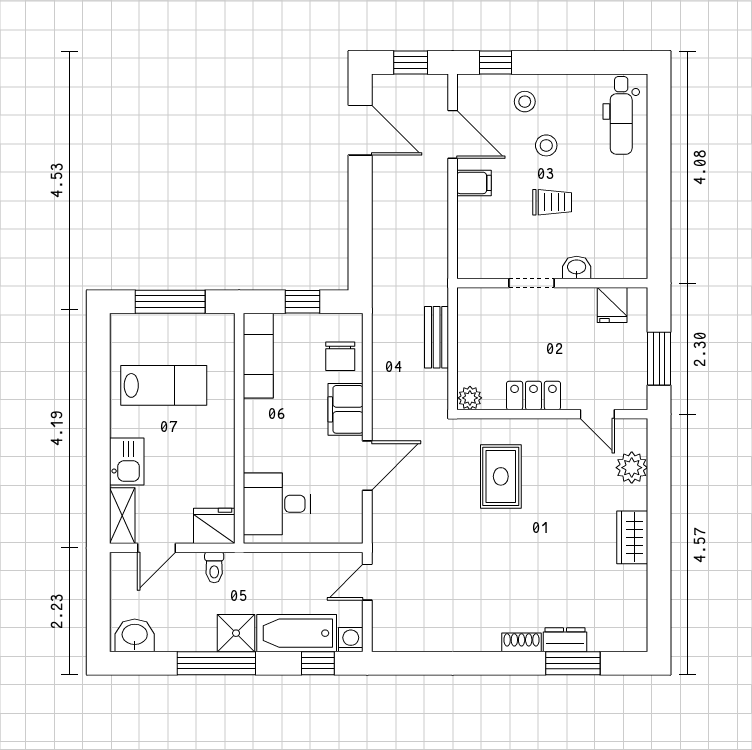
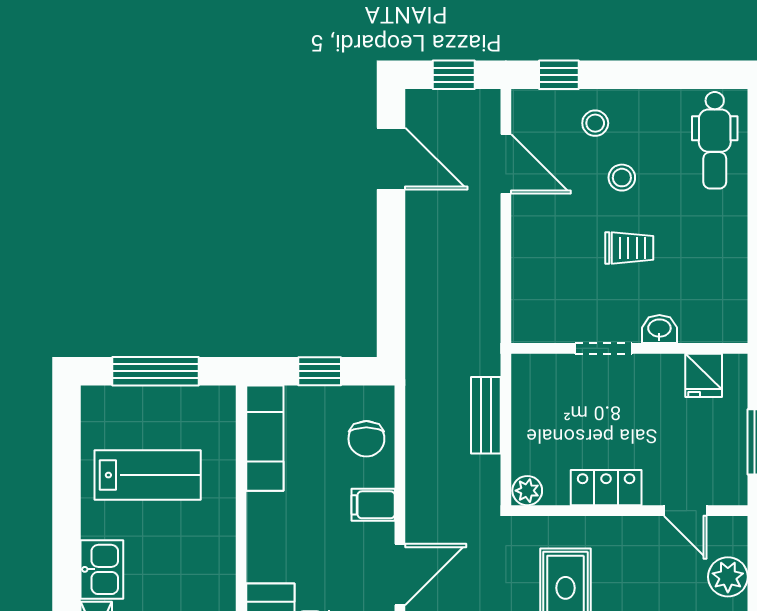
filing cabinet: (474, 183) -> (532, 224), removed
filing cabinet: (346, 409) -> (373, 505), width x0.50

